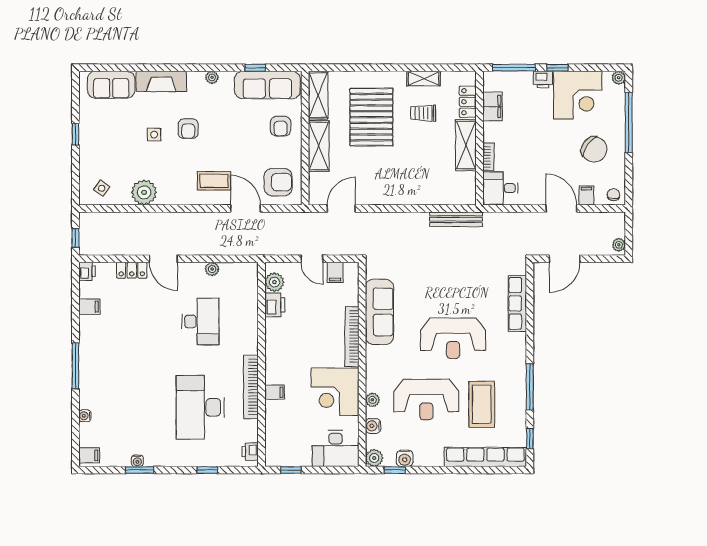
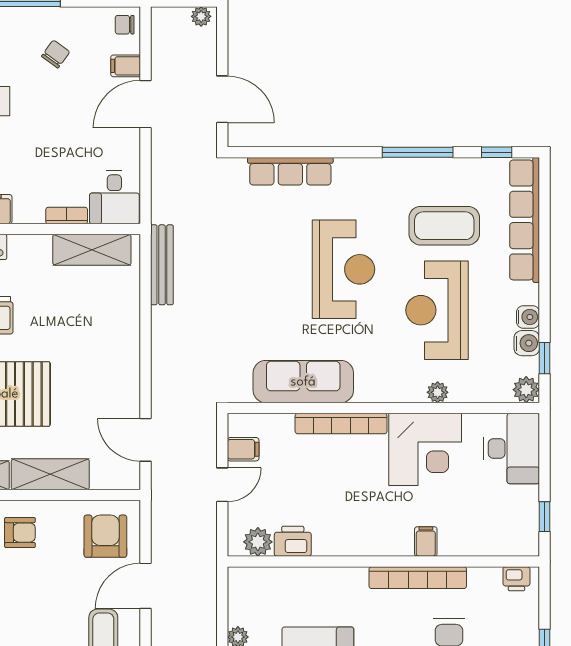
shelving: (466, 145) -> (92, 250), moved
chair: (594, 149) -> (56, 54), width x0.54, depth x0.54
reception desk: (426, 400) -> (437, 310), turned 180
water cooler: (373, 426) -> (528, 317), moved, turned -90

